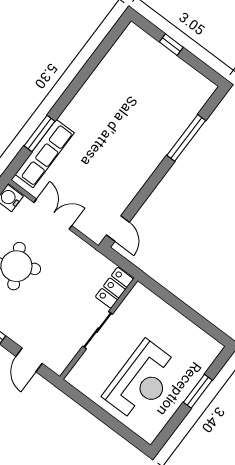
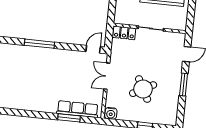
window: (186, 138) -> (39, 44), moved
double door: (53, 214) -> (107, 76), moved

